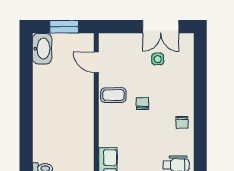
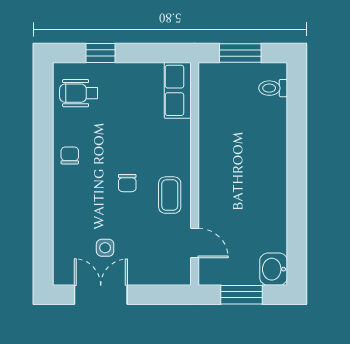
washbasin: (42, 49) -> (274, 269), width x0.72
coffee table: (113, 95) -> (170, 195), turned 90

